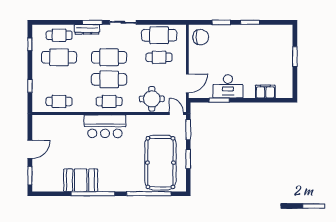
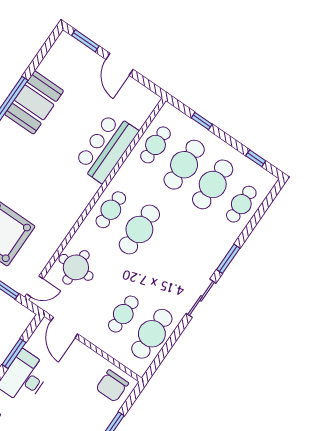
dresser: (87, 29) -> (224, 246), removed
cafe table: (109, 57) -> (184, 165), moved
bar counter: (105, 126) -> (106, 147), moved

